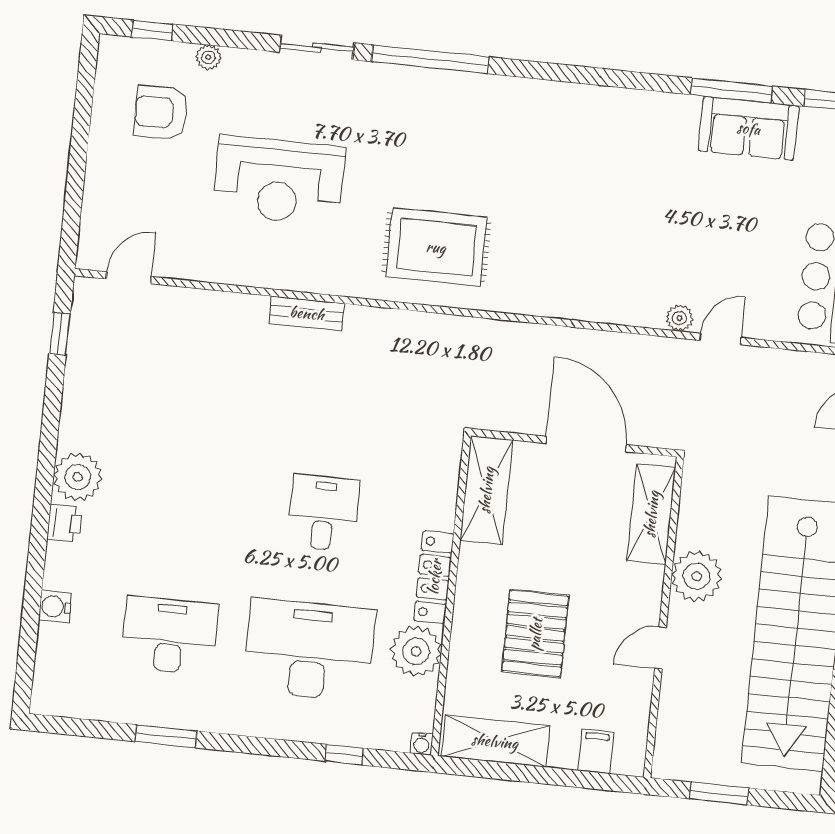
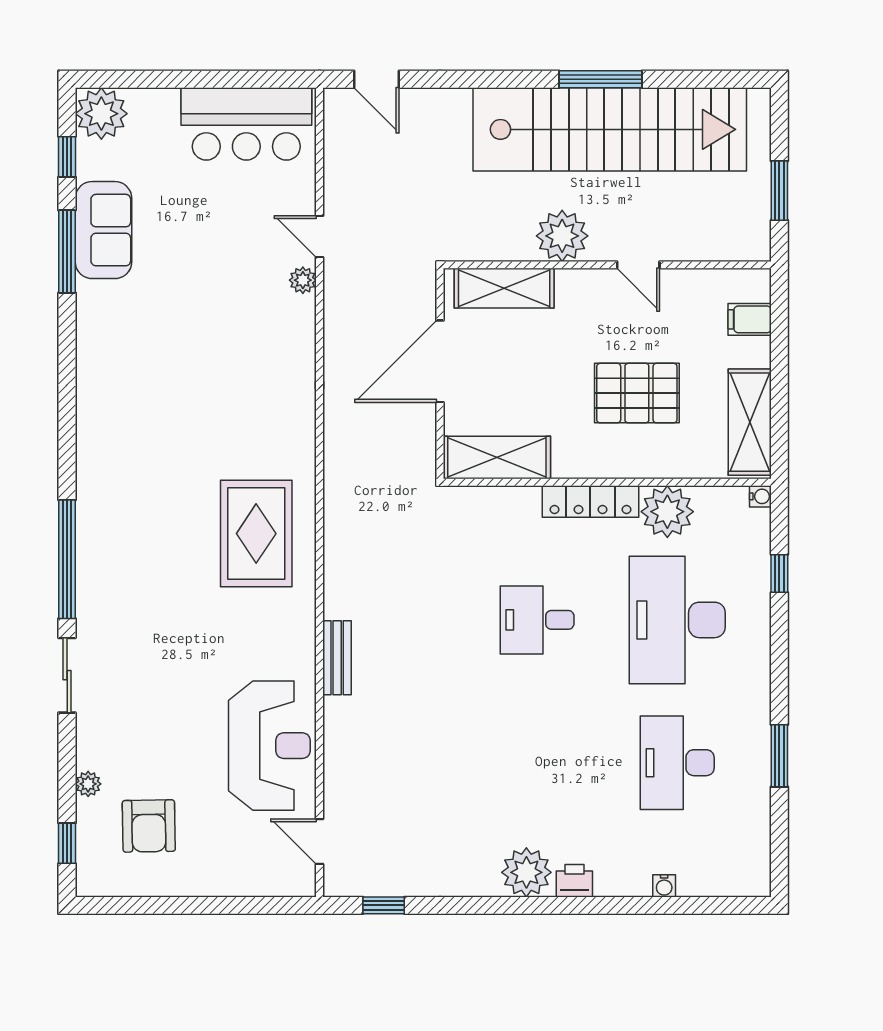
reception desk: (279, 180) -> (269, 746), moved
water cooler: (55, 607) -> (664, 886), width x0.72, depth x0.72

